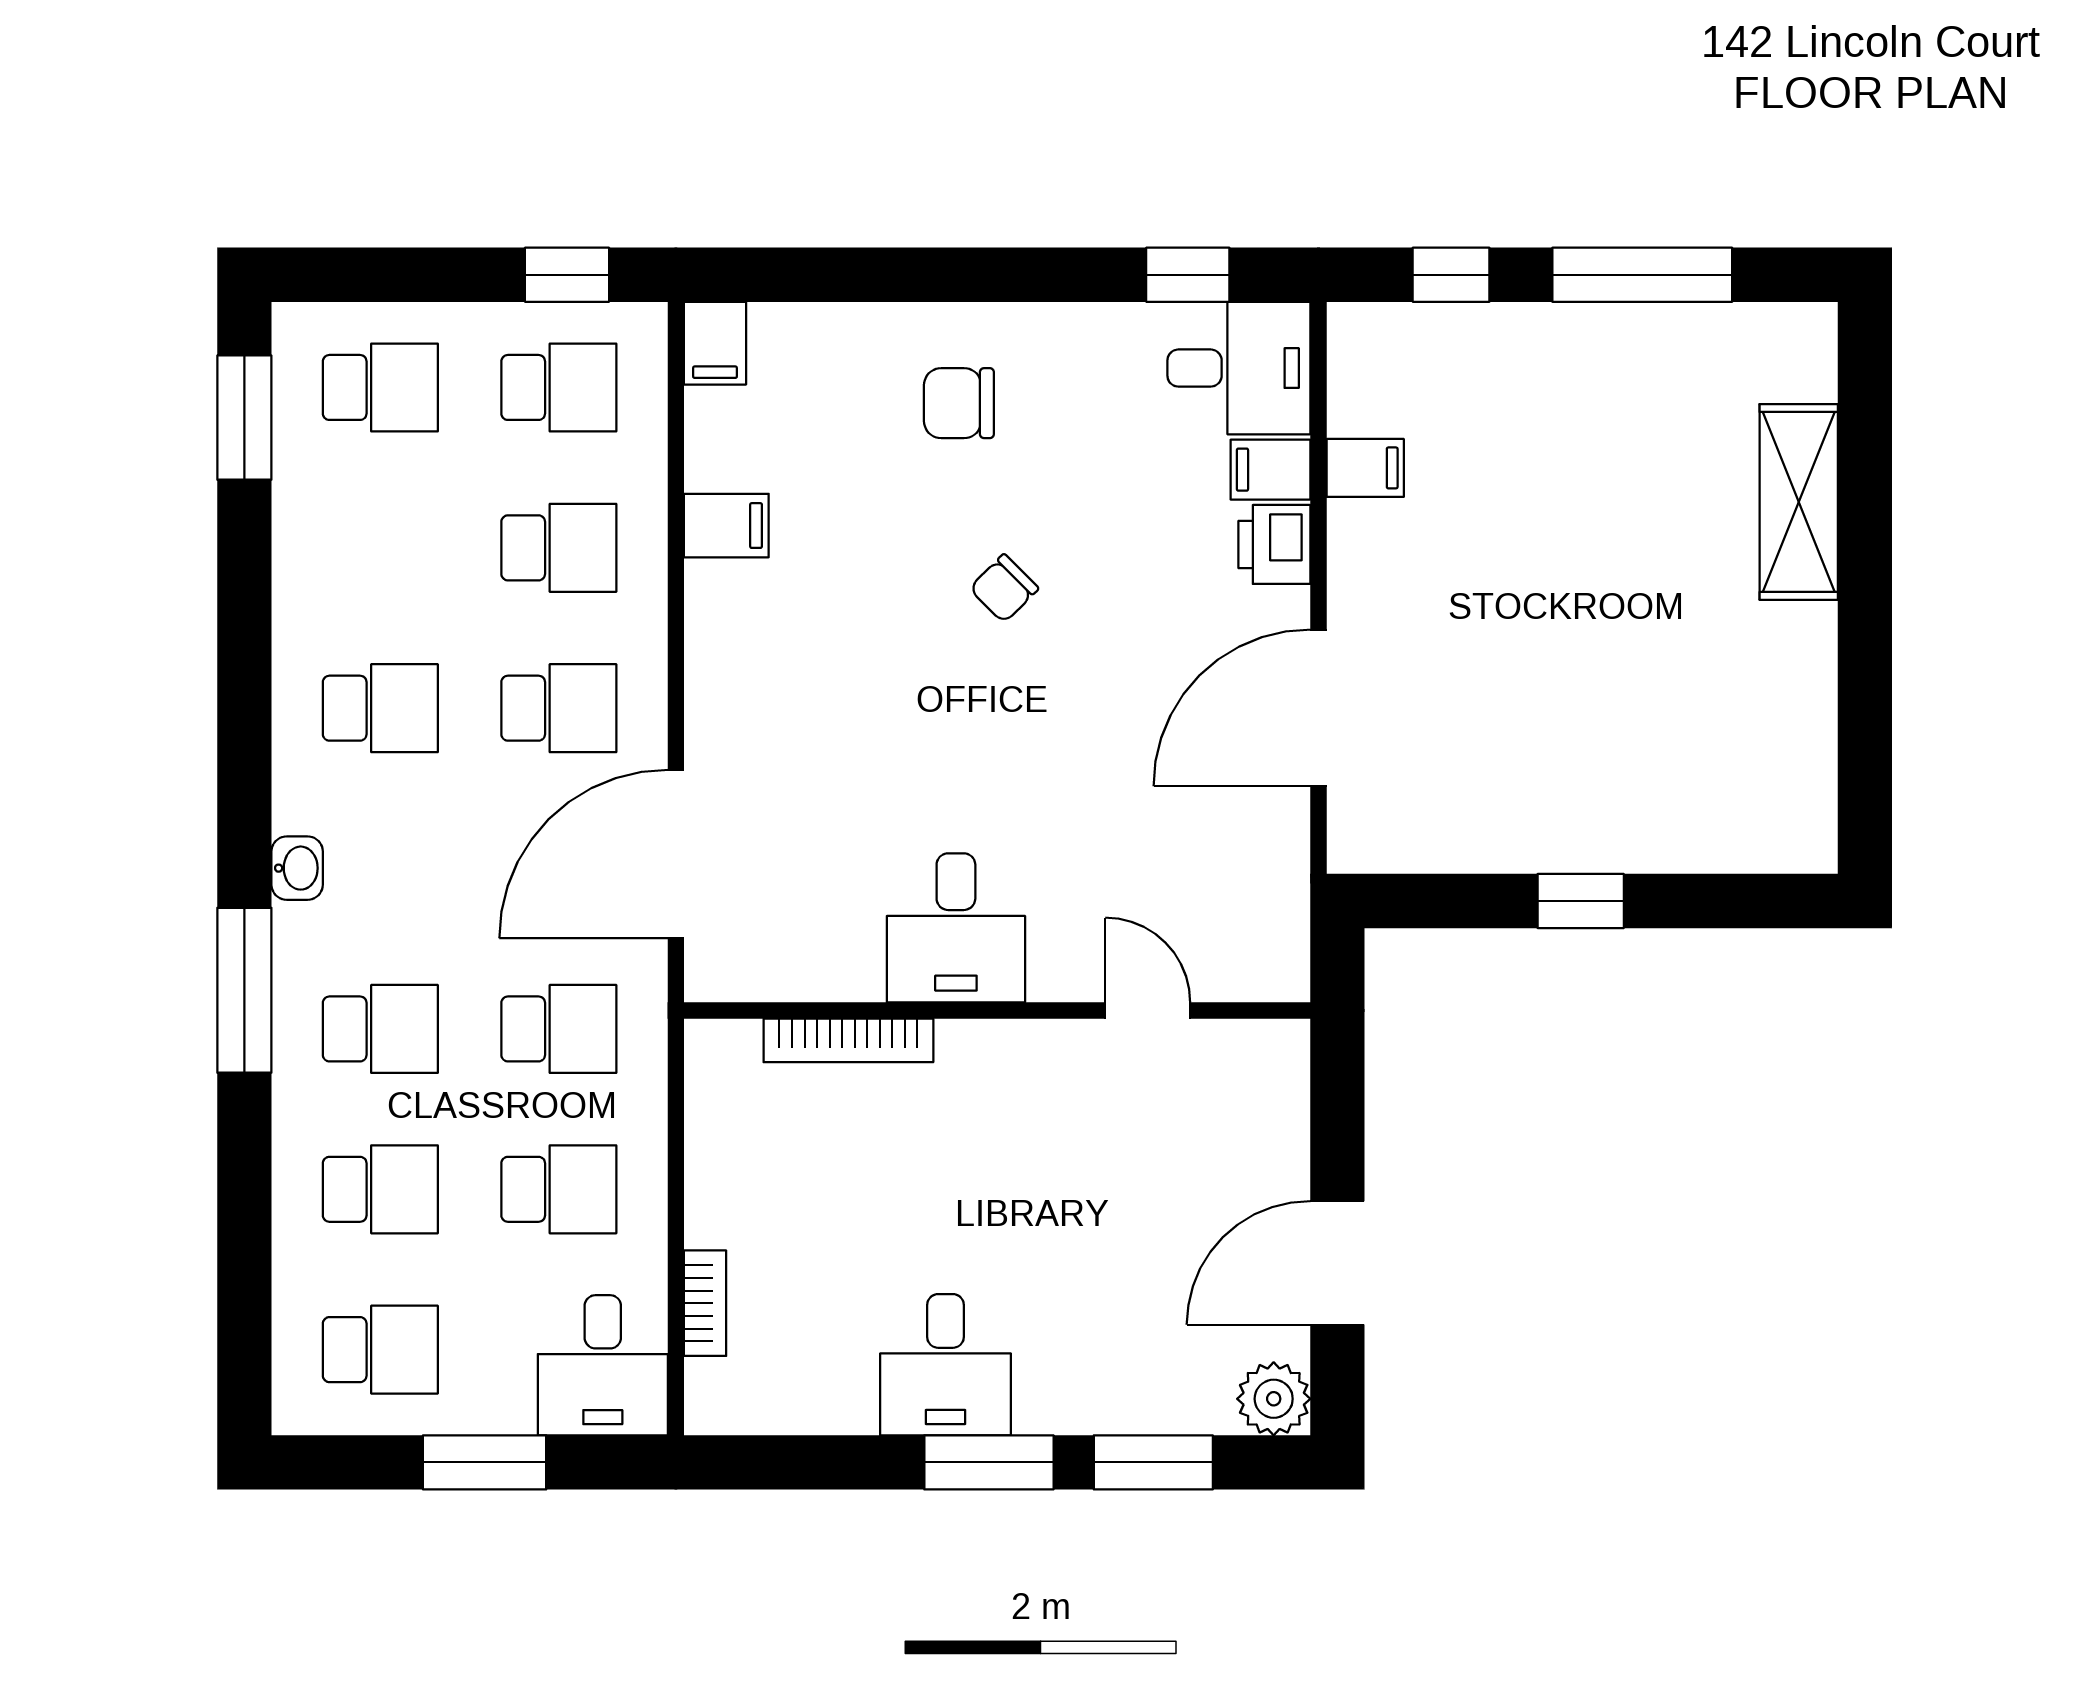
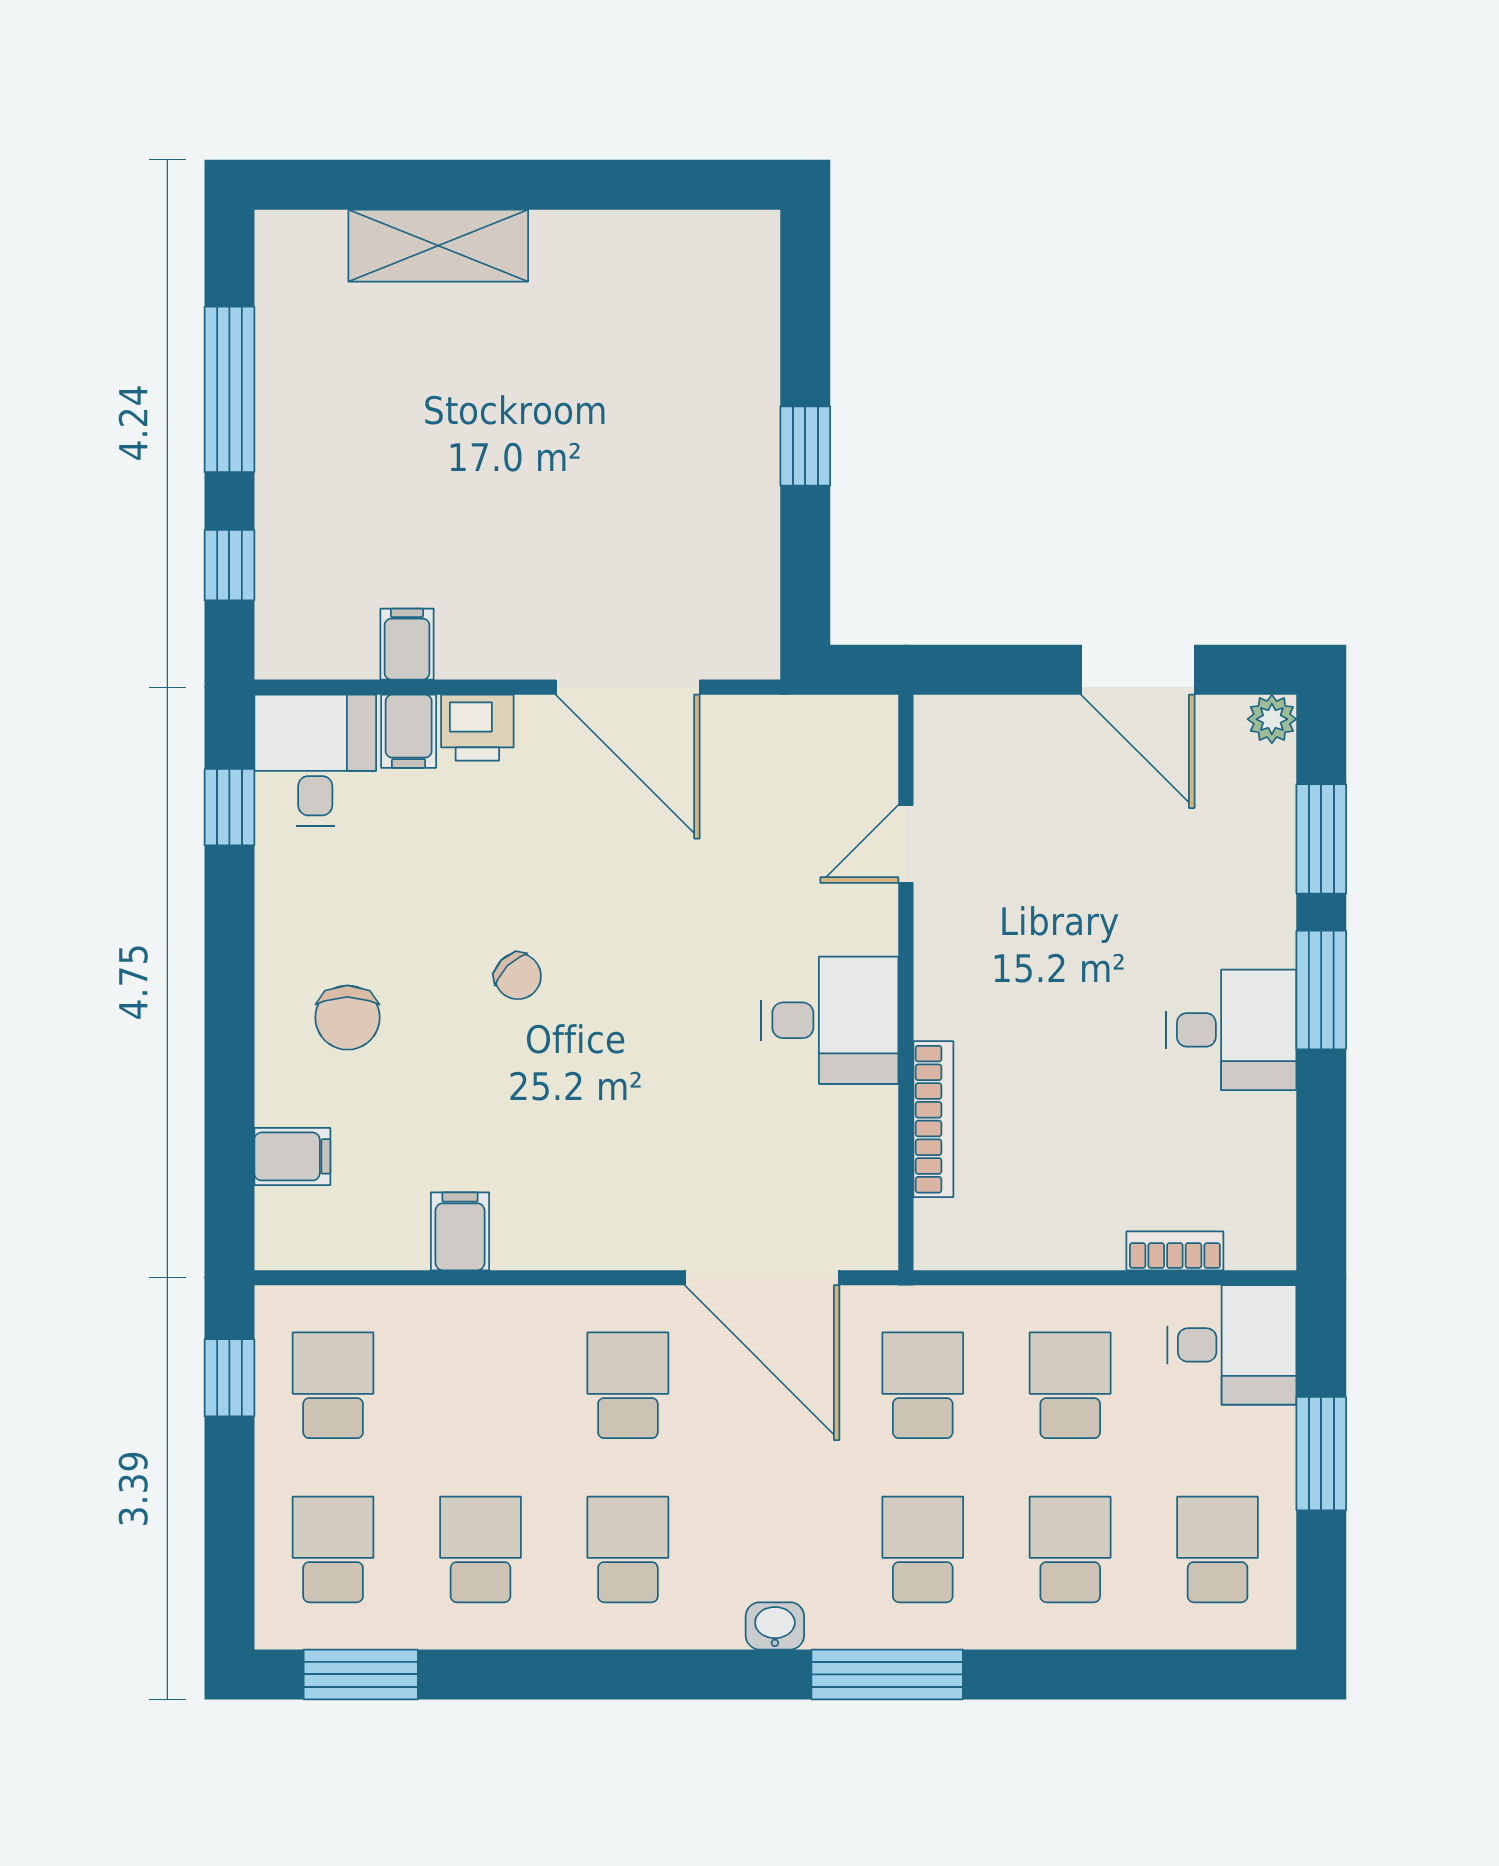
filing cabinet: (715, 343) -> (292, 1156), moved
school desk: (559, 548) -> (480, 1549), moved
plant: (1274, 1399) -> (1272, 719), width x0.73, depth x0.73

